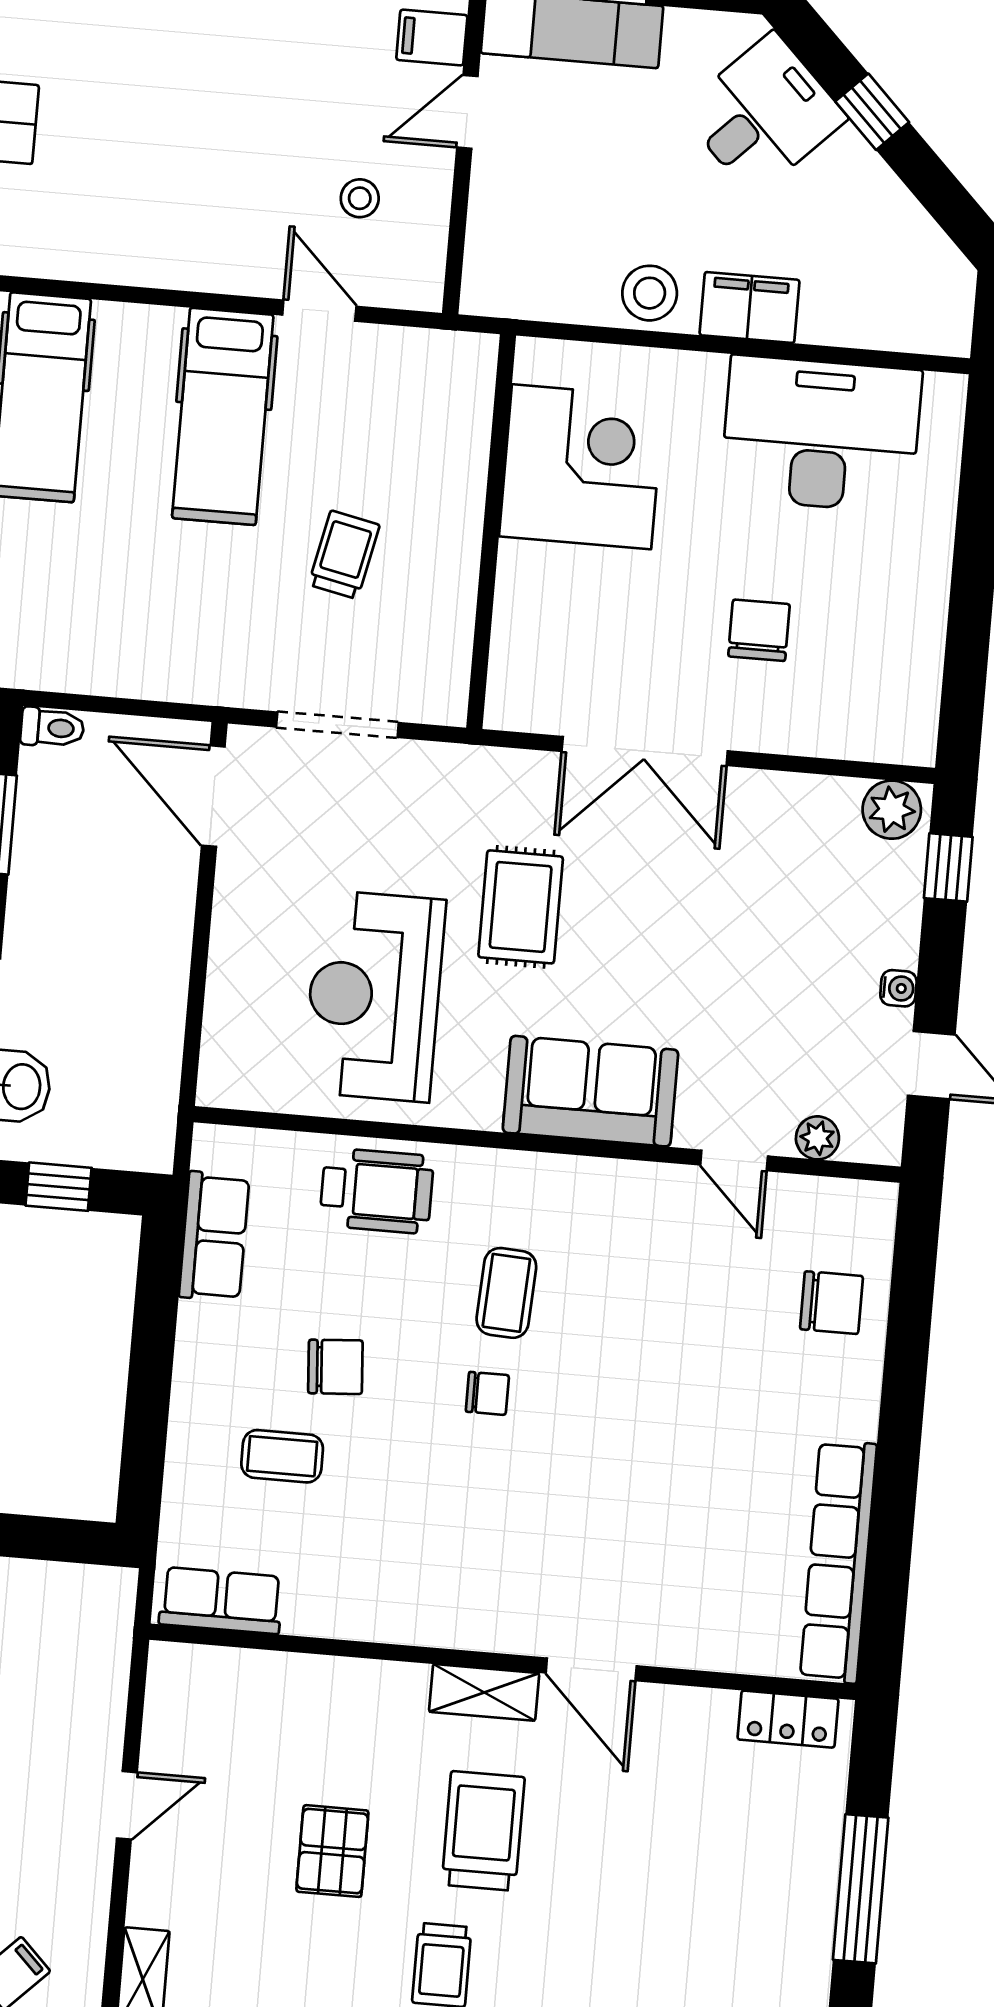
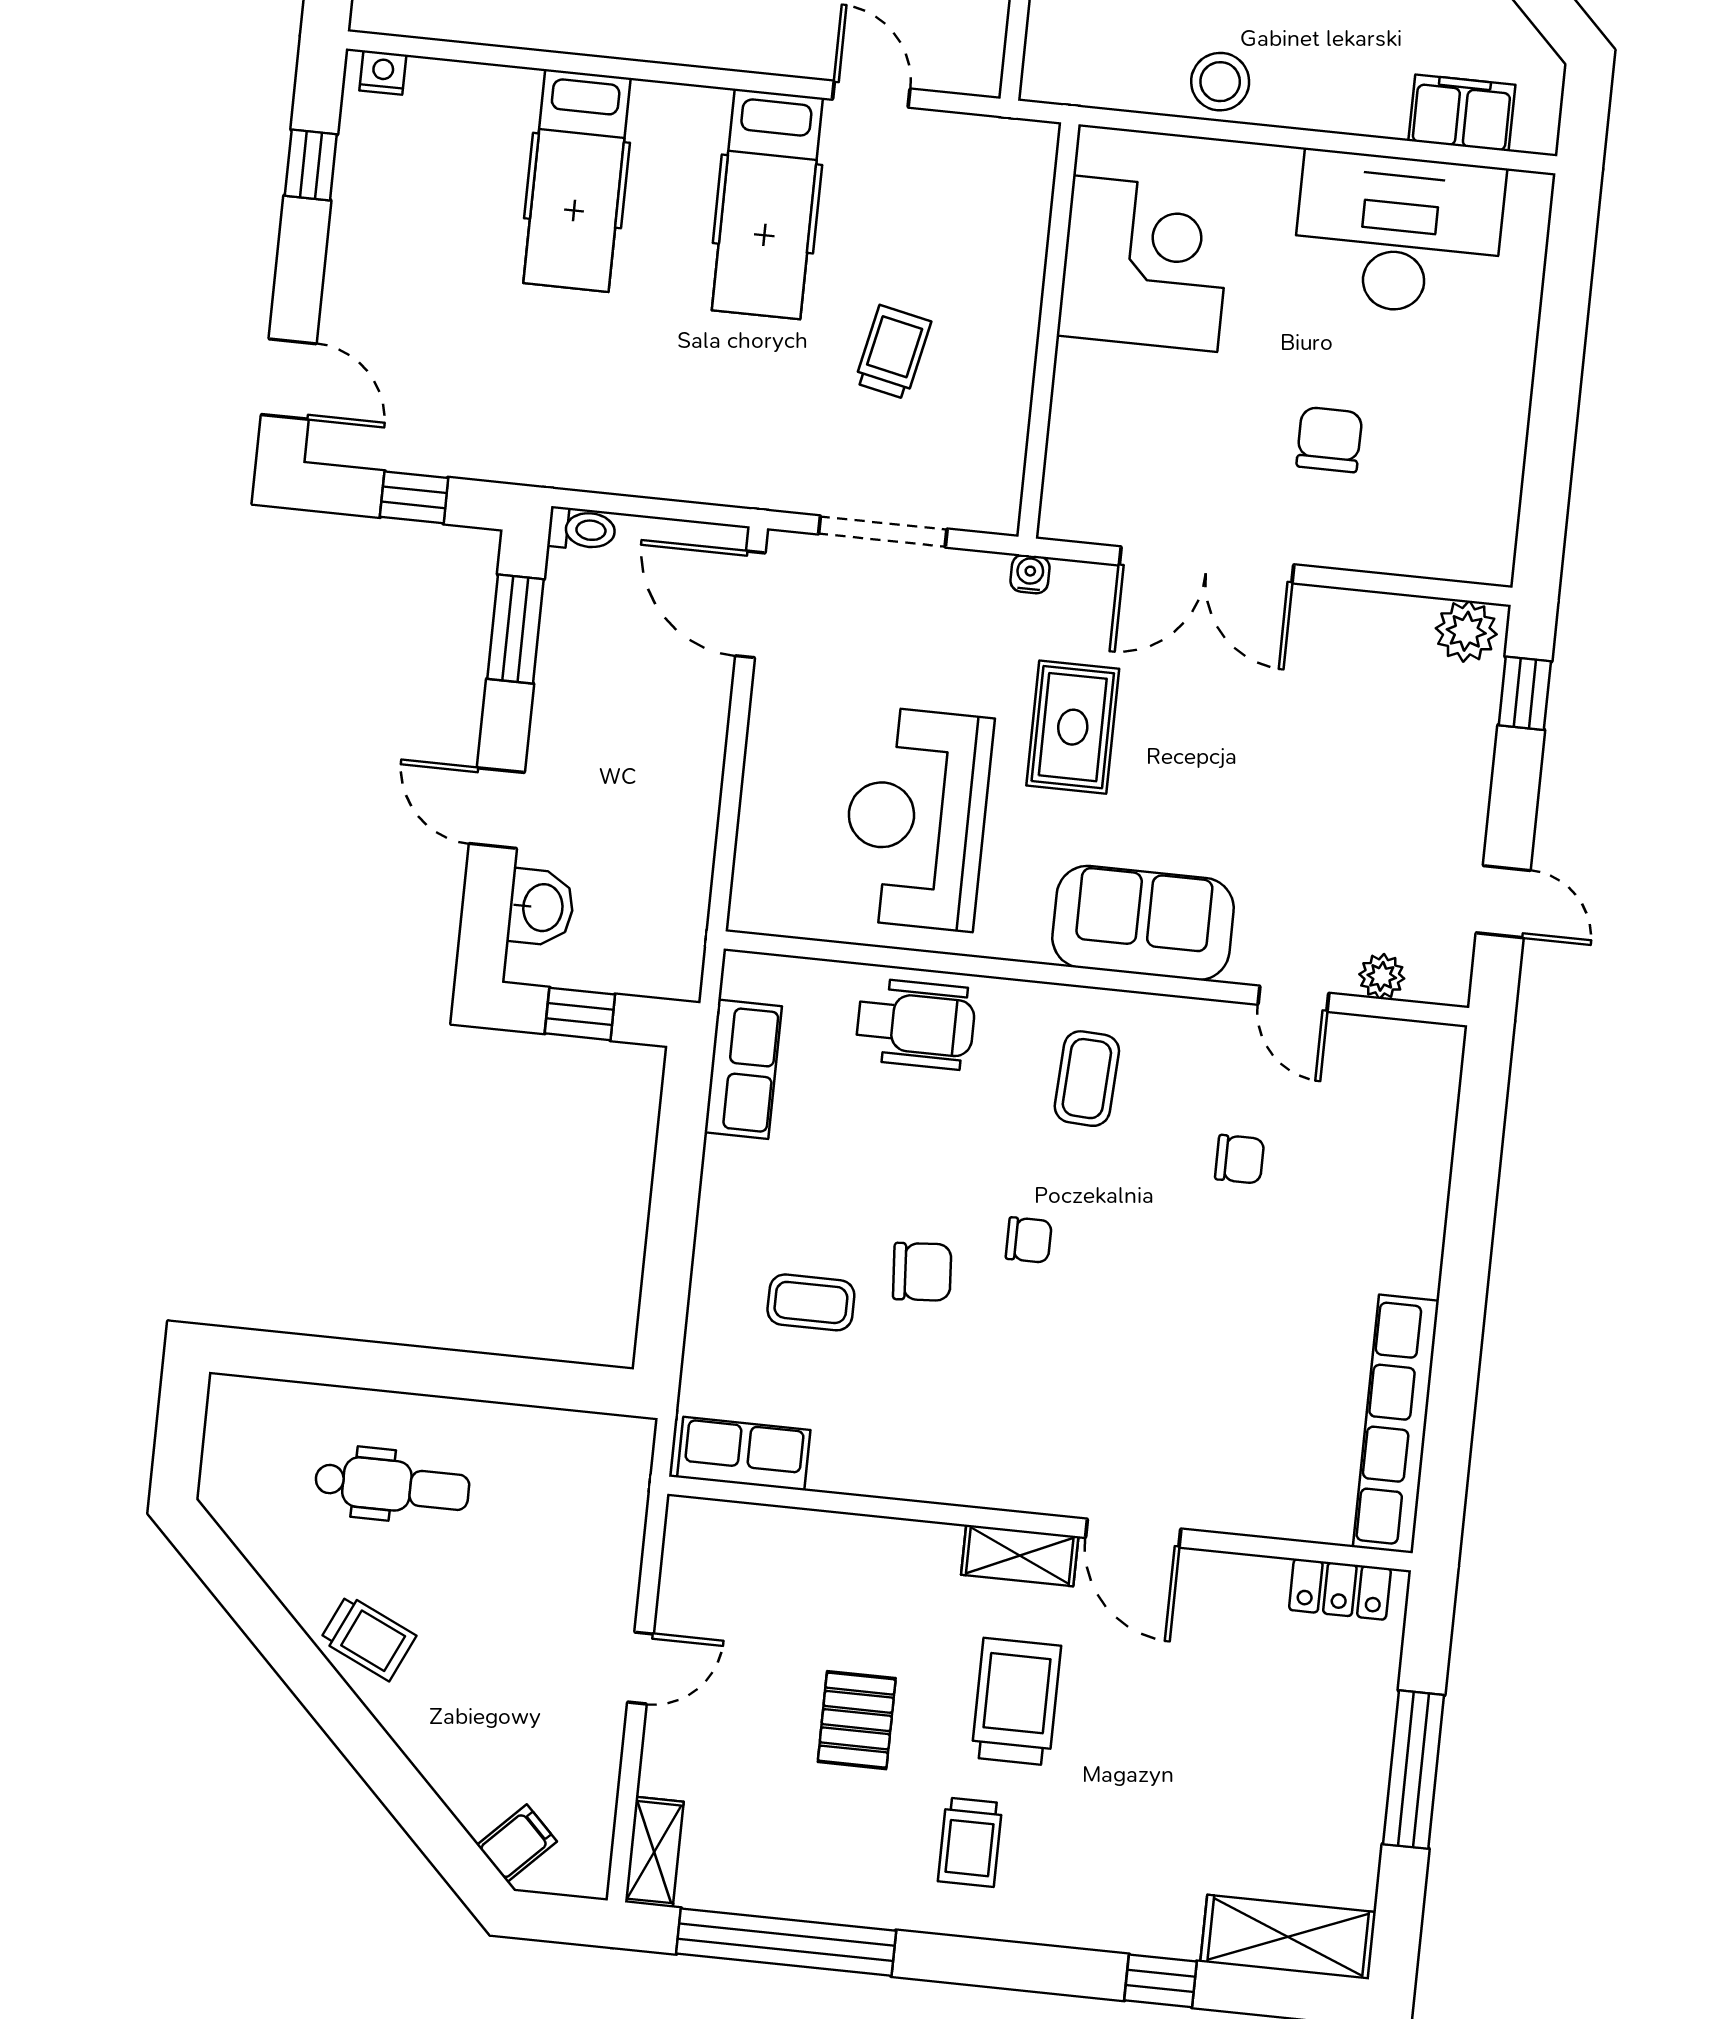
filing cabinet: (750, 307) -> (1462, 113), moved
water cooler: (898, 988) -> (1030, 574), moved, turned -90
coffee table: (506, 1293) -> (1087, 1079), moved
chair: (831, 1303) -> (1240, 1159), moved, width x0.73, depth x0.73
chair: (335, 1367) -> (922, 1272), moved

